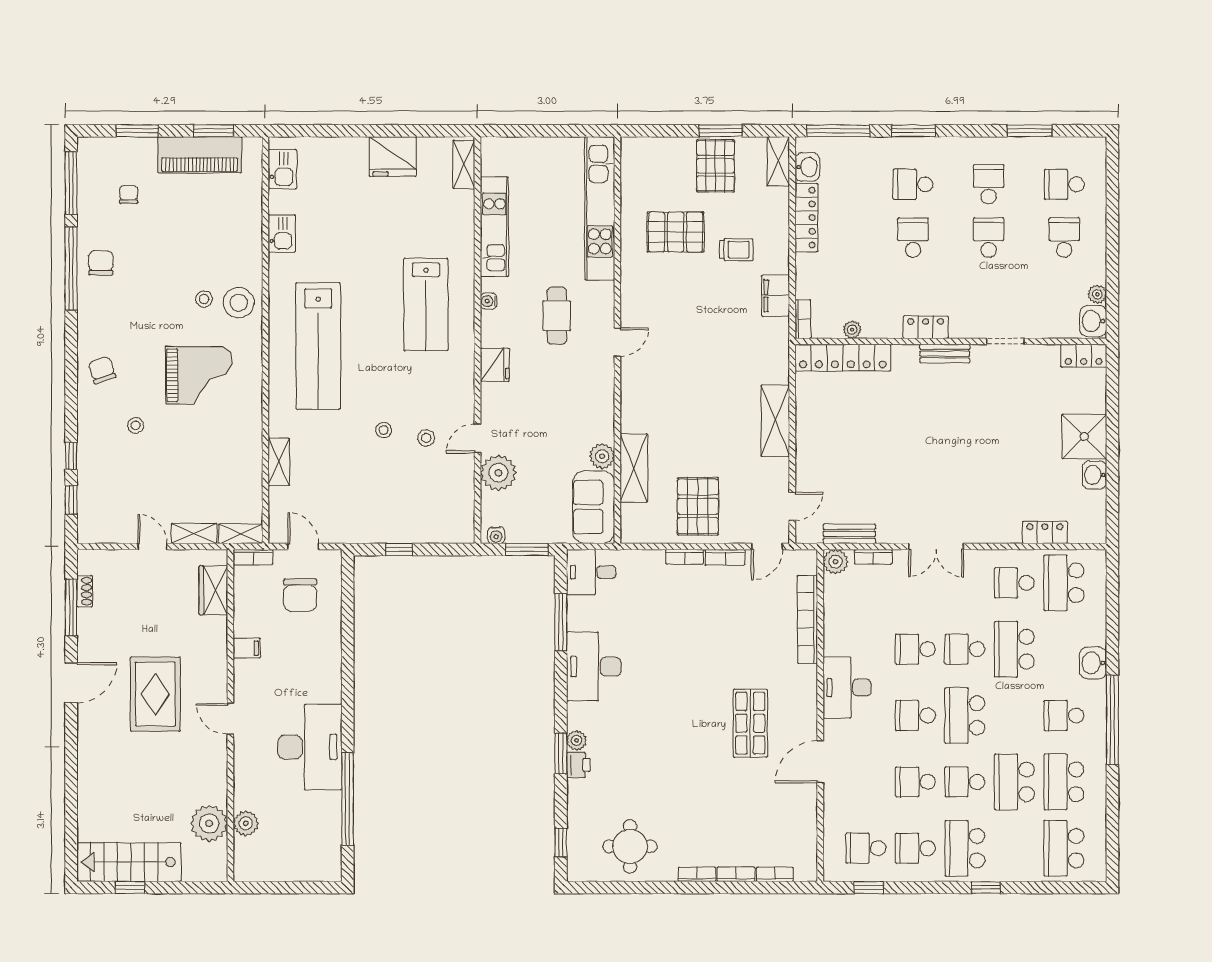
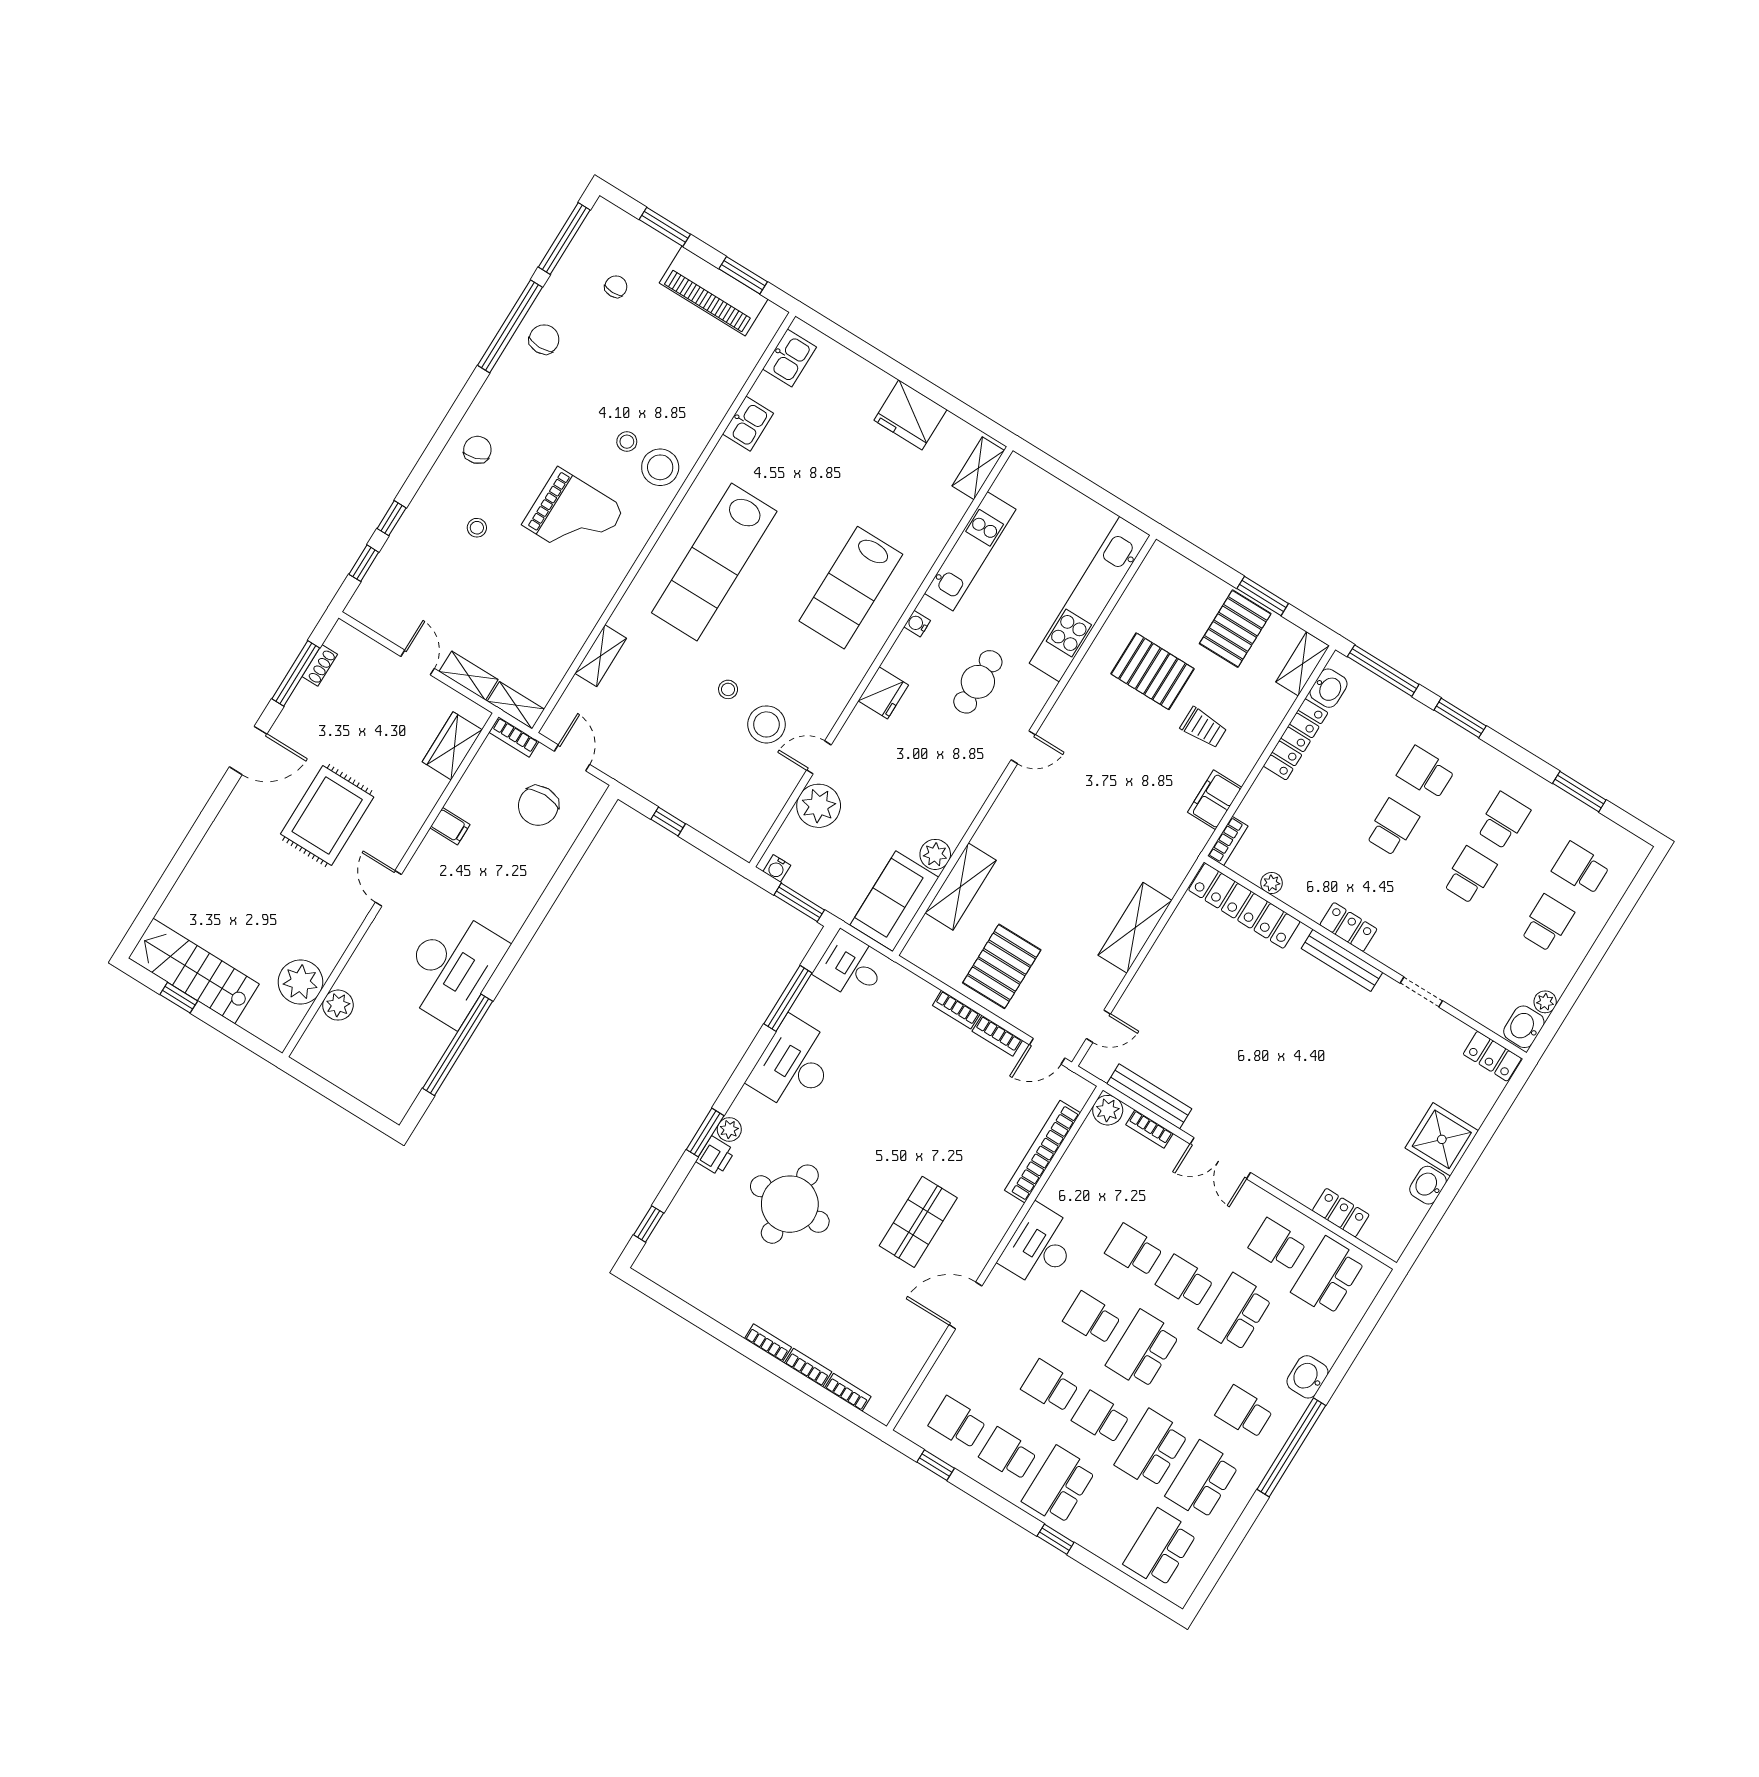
bench: (945, 354) -> (1342, 960), width x1.36
stool: (426, 438) -> (766, 724), width x1.89, depth x1.89
bench: (849, 534) -> (1149, 1096), width x1.36
round table: (630, 846) -> (790, 1204), moved, width x1.36, depth x1.36

